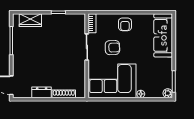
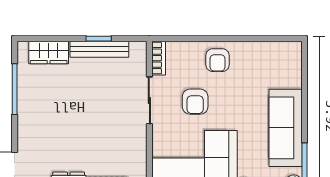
bench: (59, 18) -> (99, 49), added
sofa: (163, 35) -> (286, 128), moved
armchair: (112, 48) -> (195, 102), turned 92

